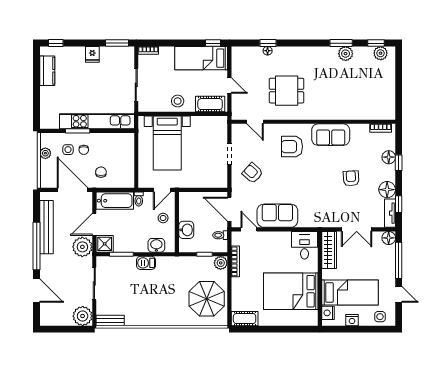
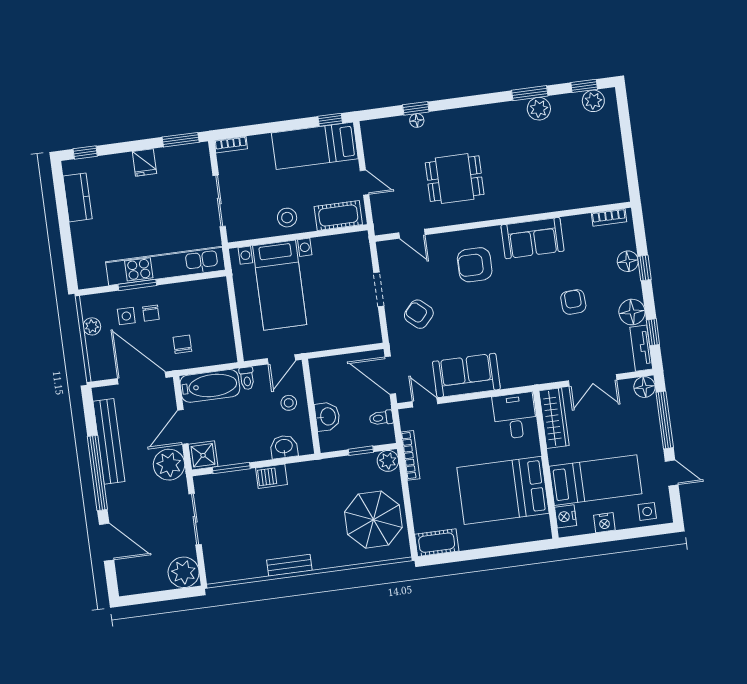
bench: (110, 320) -> (289, 565), moved

